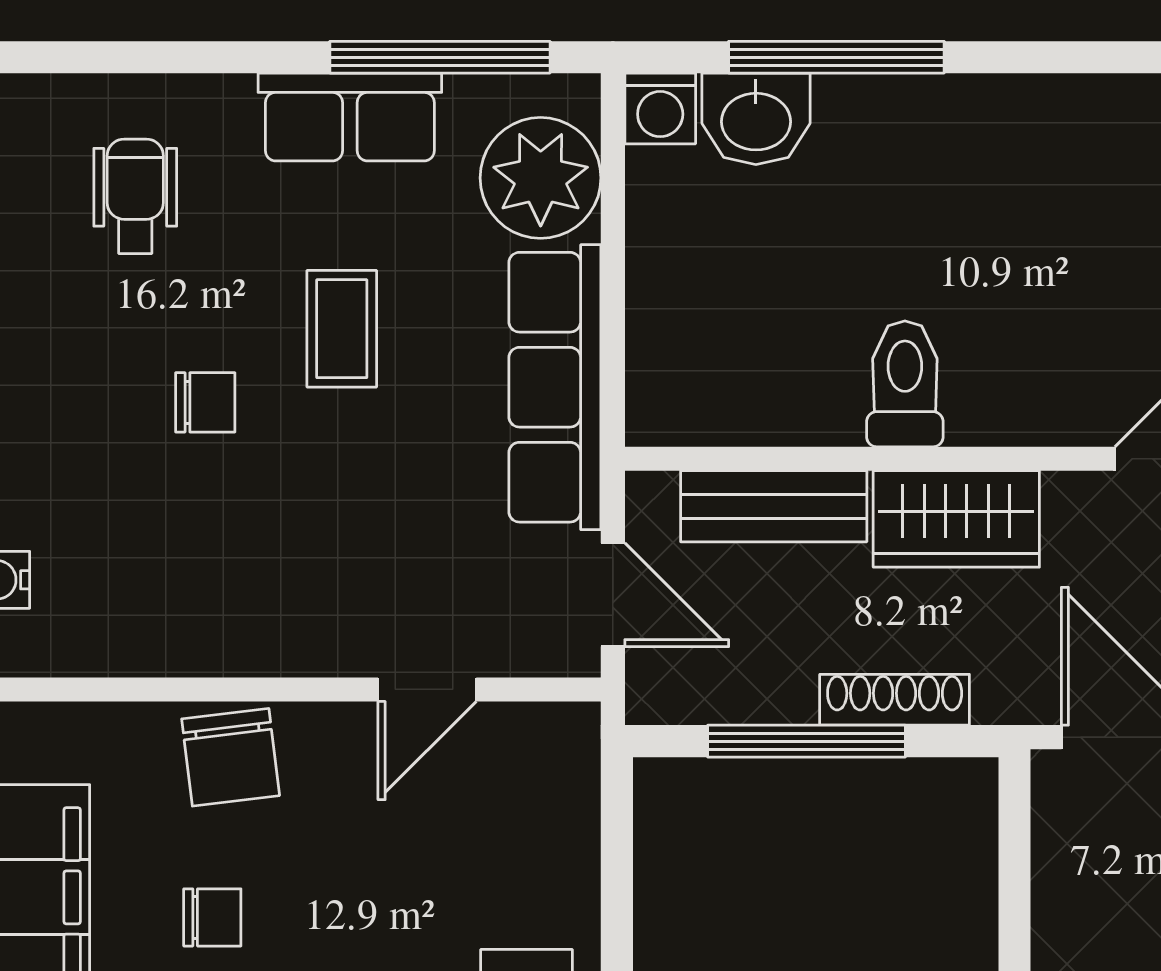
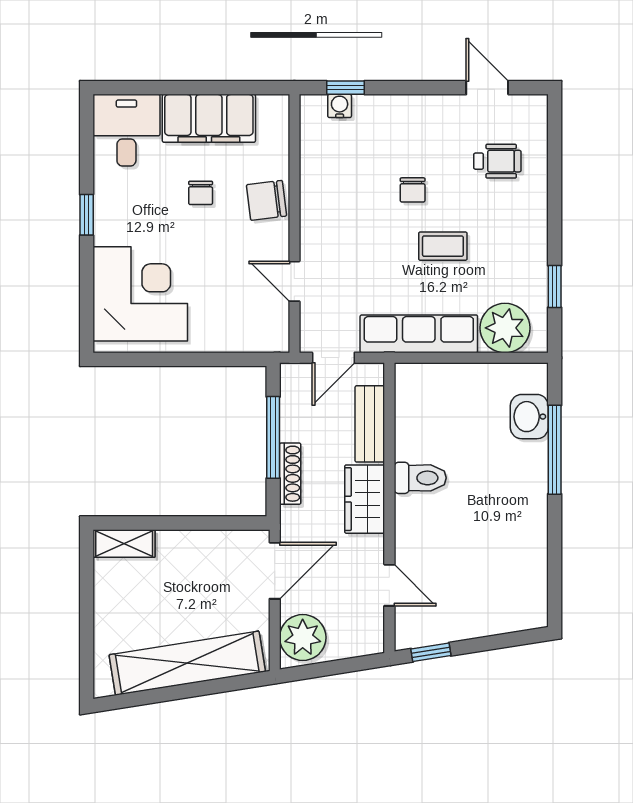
window: (440, 57) -> (555, 287), width x0.46
washing machine: (660, 108) -> (534, 377), removed
row of seats: (350, 117) -> (530, 249), removed

